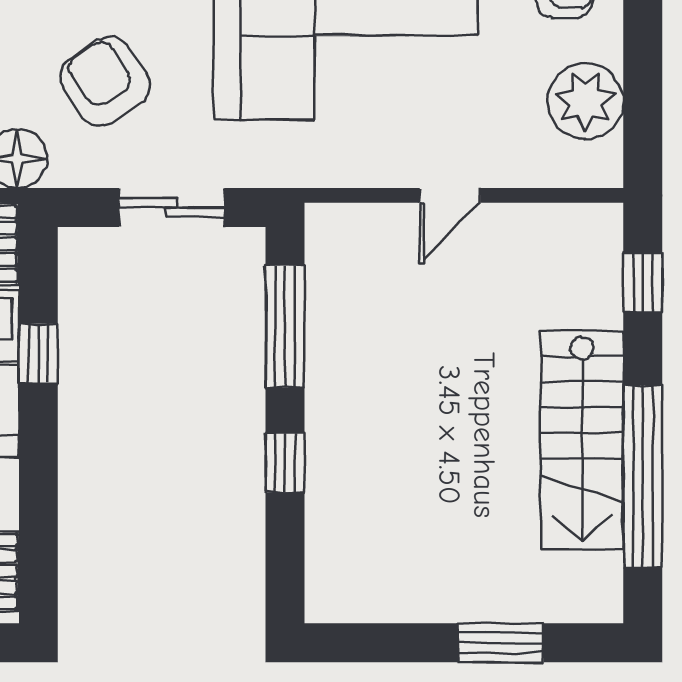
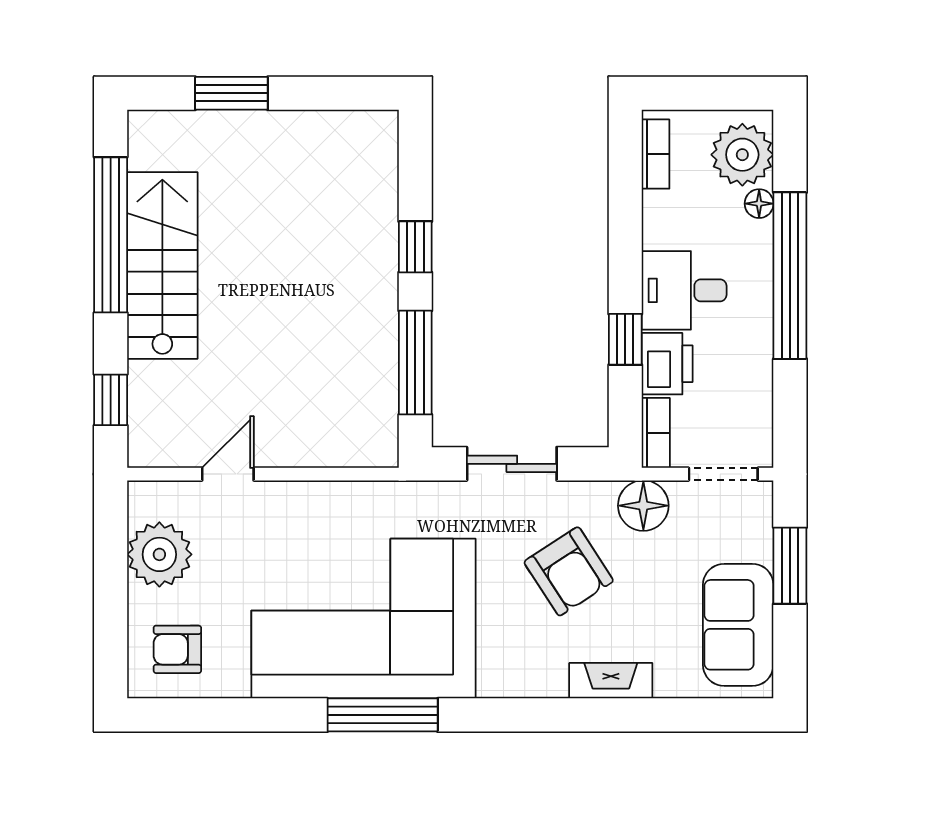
door: (450, 195) -> (228, 474), moved

